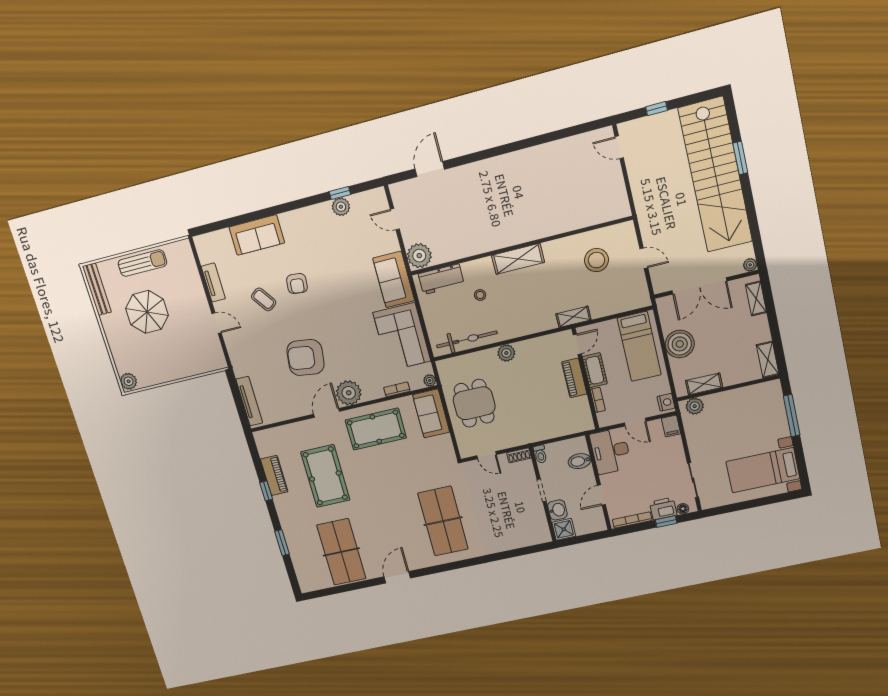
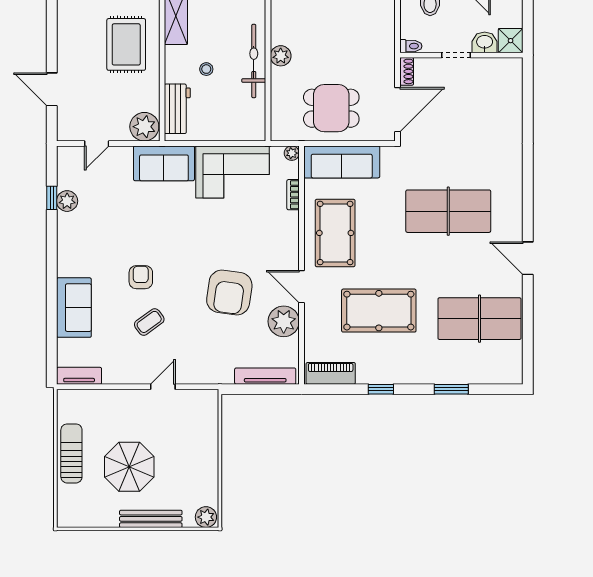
rug: (484, 223) -> (126, 44), added
tv unit: (213, 283) -> (79, 376), moved
armchair: (297, 284) -> (141, 277), turned -96
bench: (97, 289) -> (151, 519), moved
bicycle: (467, 339) -> (254, 61), moved
plant: (349, 393) -> (284, 321), moved
sofa: (431, 413) -> (342, 162), width x1.36
door: (487, 455) -> (398, 110), width x1.87
piano: (274, 475) -> (331, 373), moved
table tennis table: (443, 521) -> (448, 211), moved

